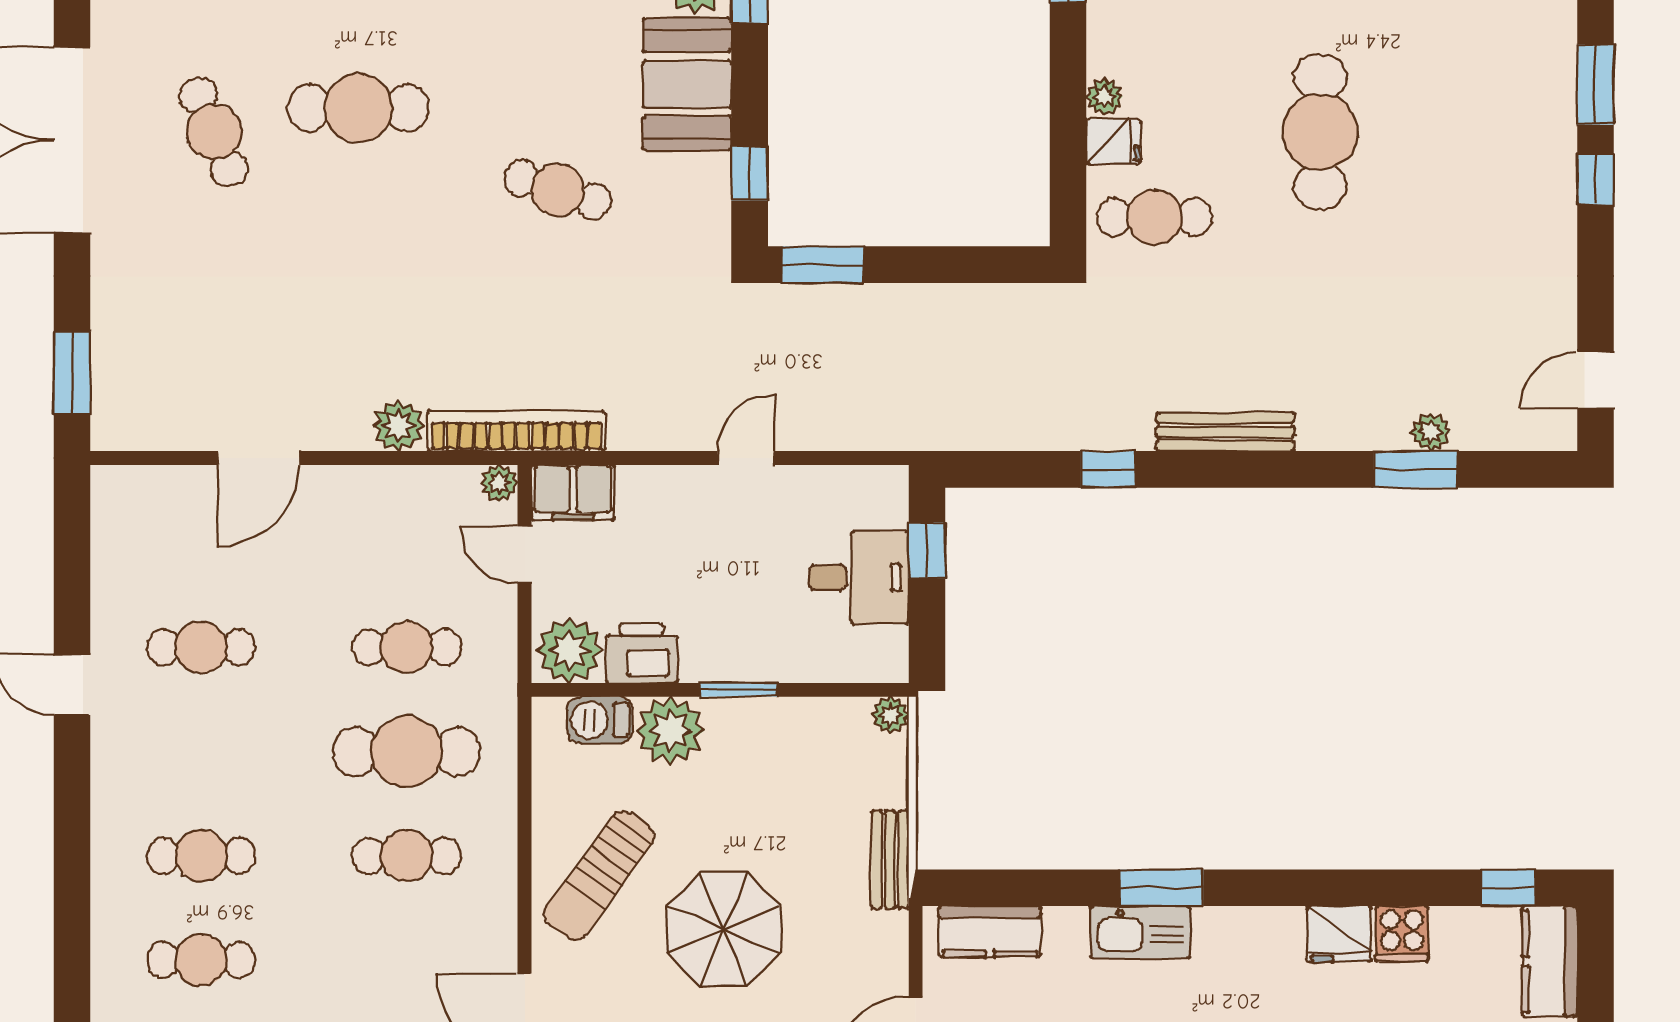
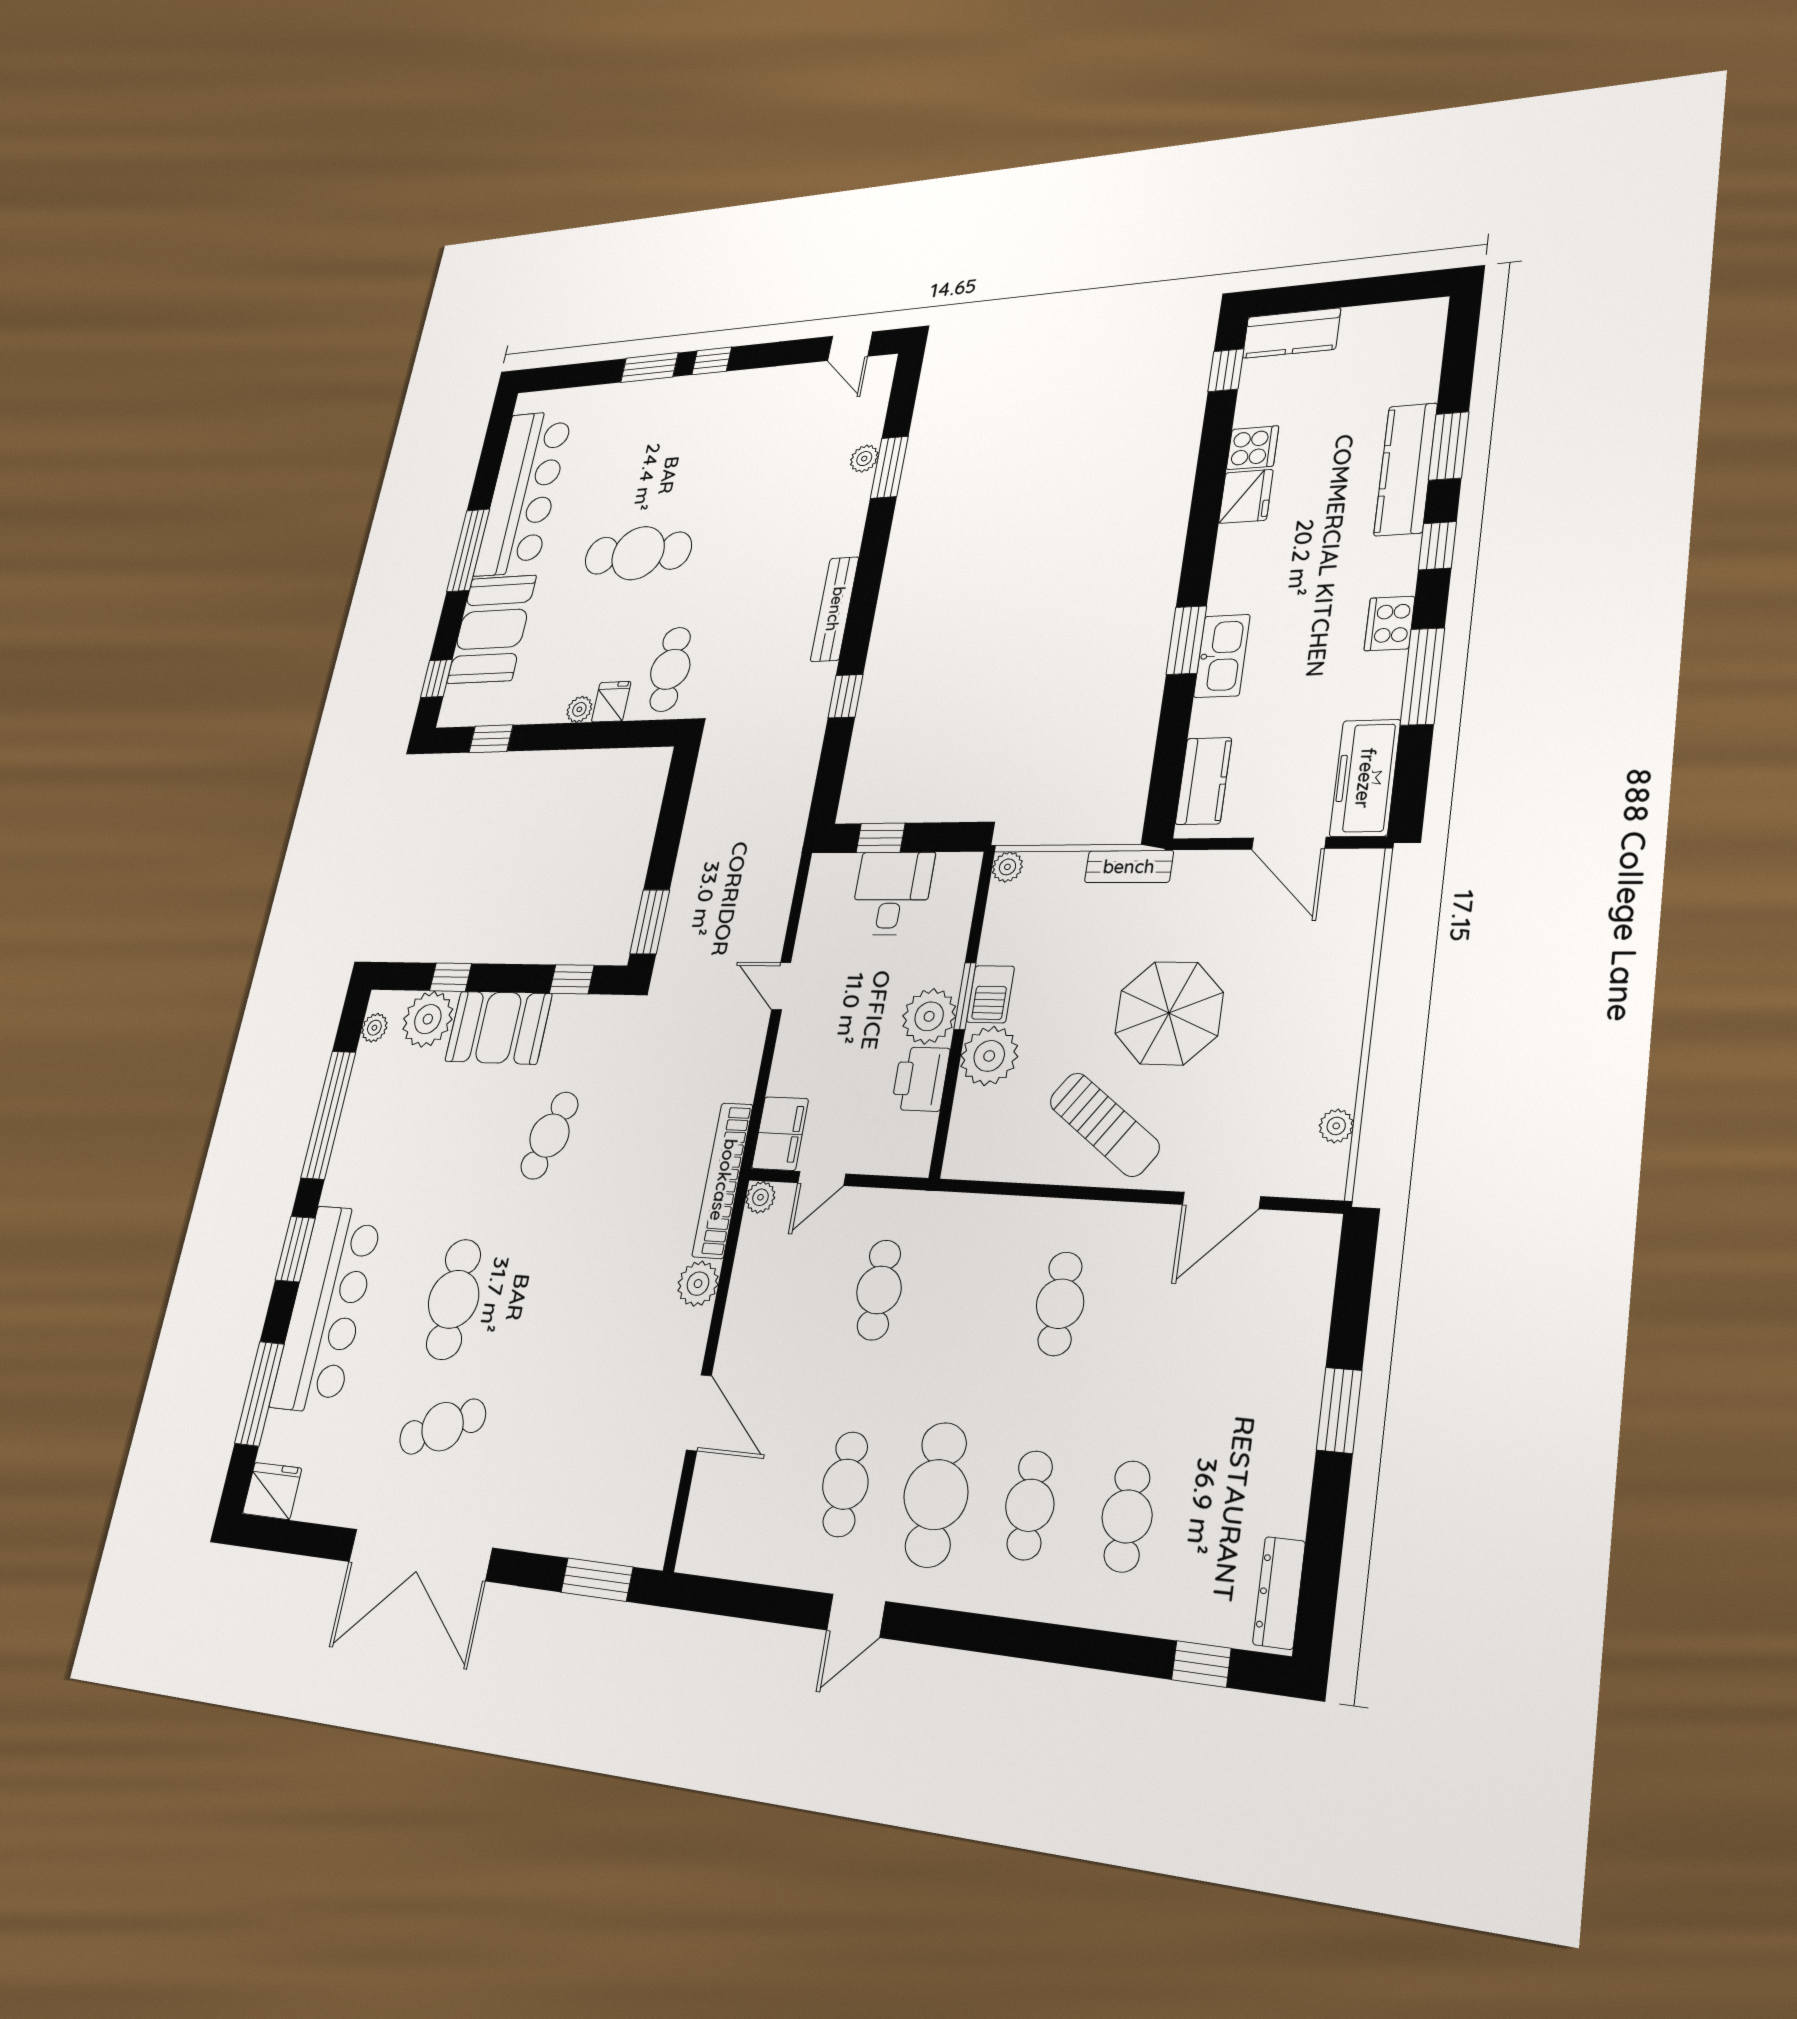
plant: (570, 651) -> (929, 1016), moved
barbecue: (600, 720) -> (990, 994), moved
cafe table: (407, 751) -> (936, 1494), moved

